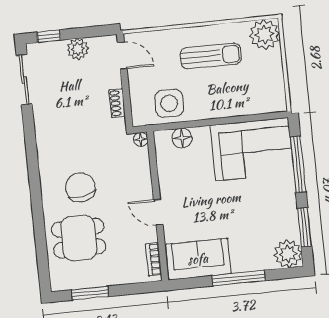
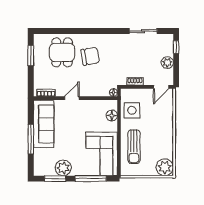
sun lounger: (211, 56) -> (134, 147), moved
sliding door: (24, 80) -> (143, 31), moved
plant: (288, 254) -> (63, 168), moved
sofa: (198, 259) -> (44, 124), width x1.36

